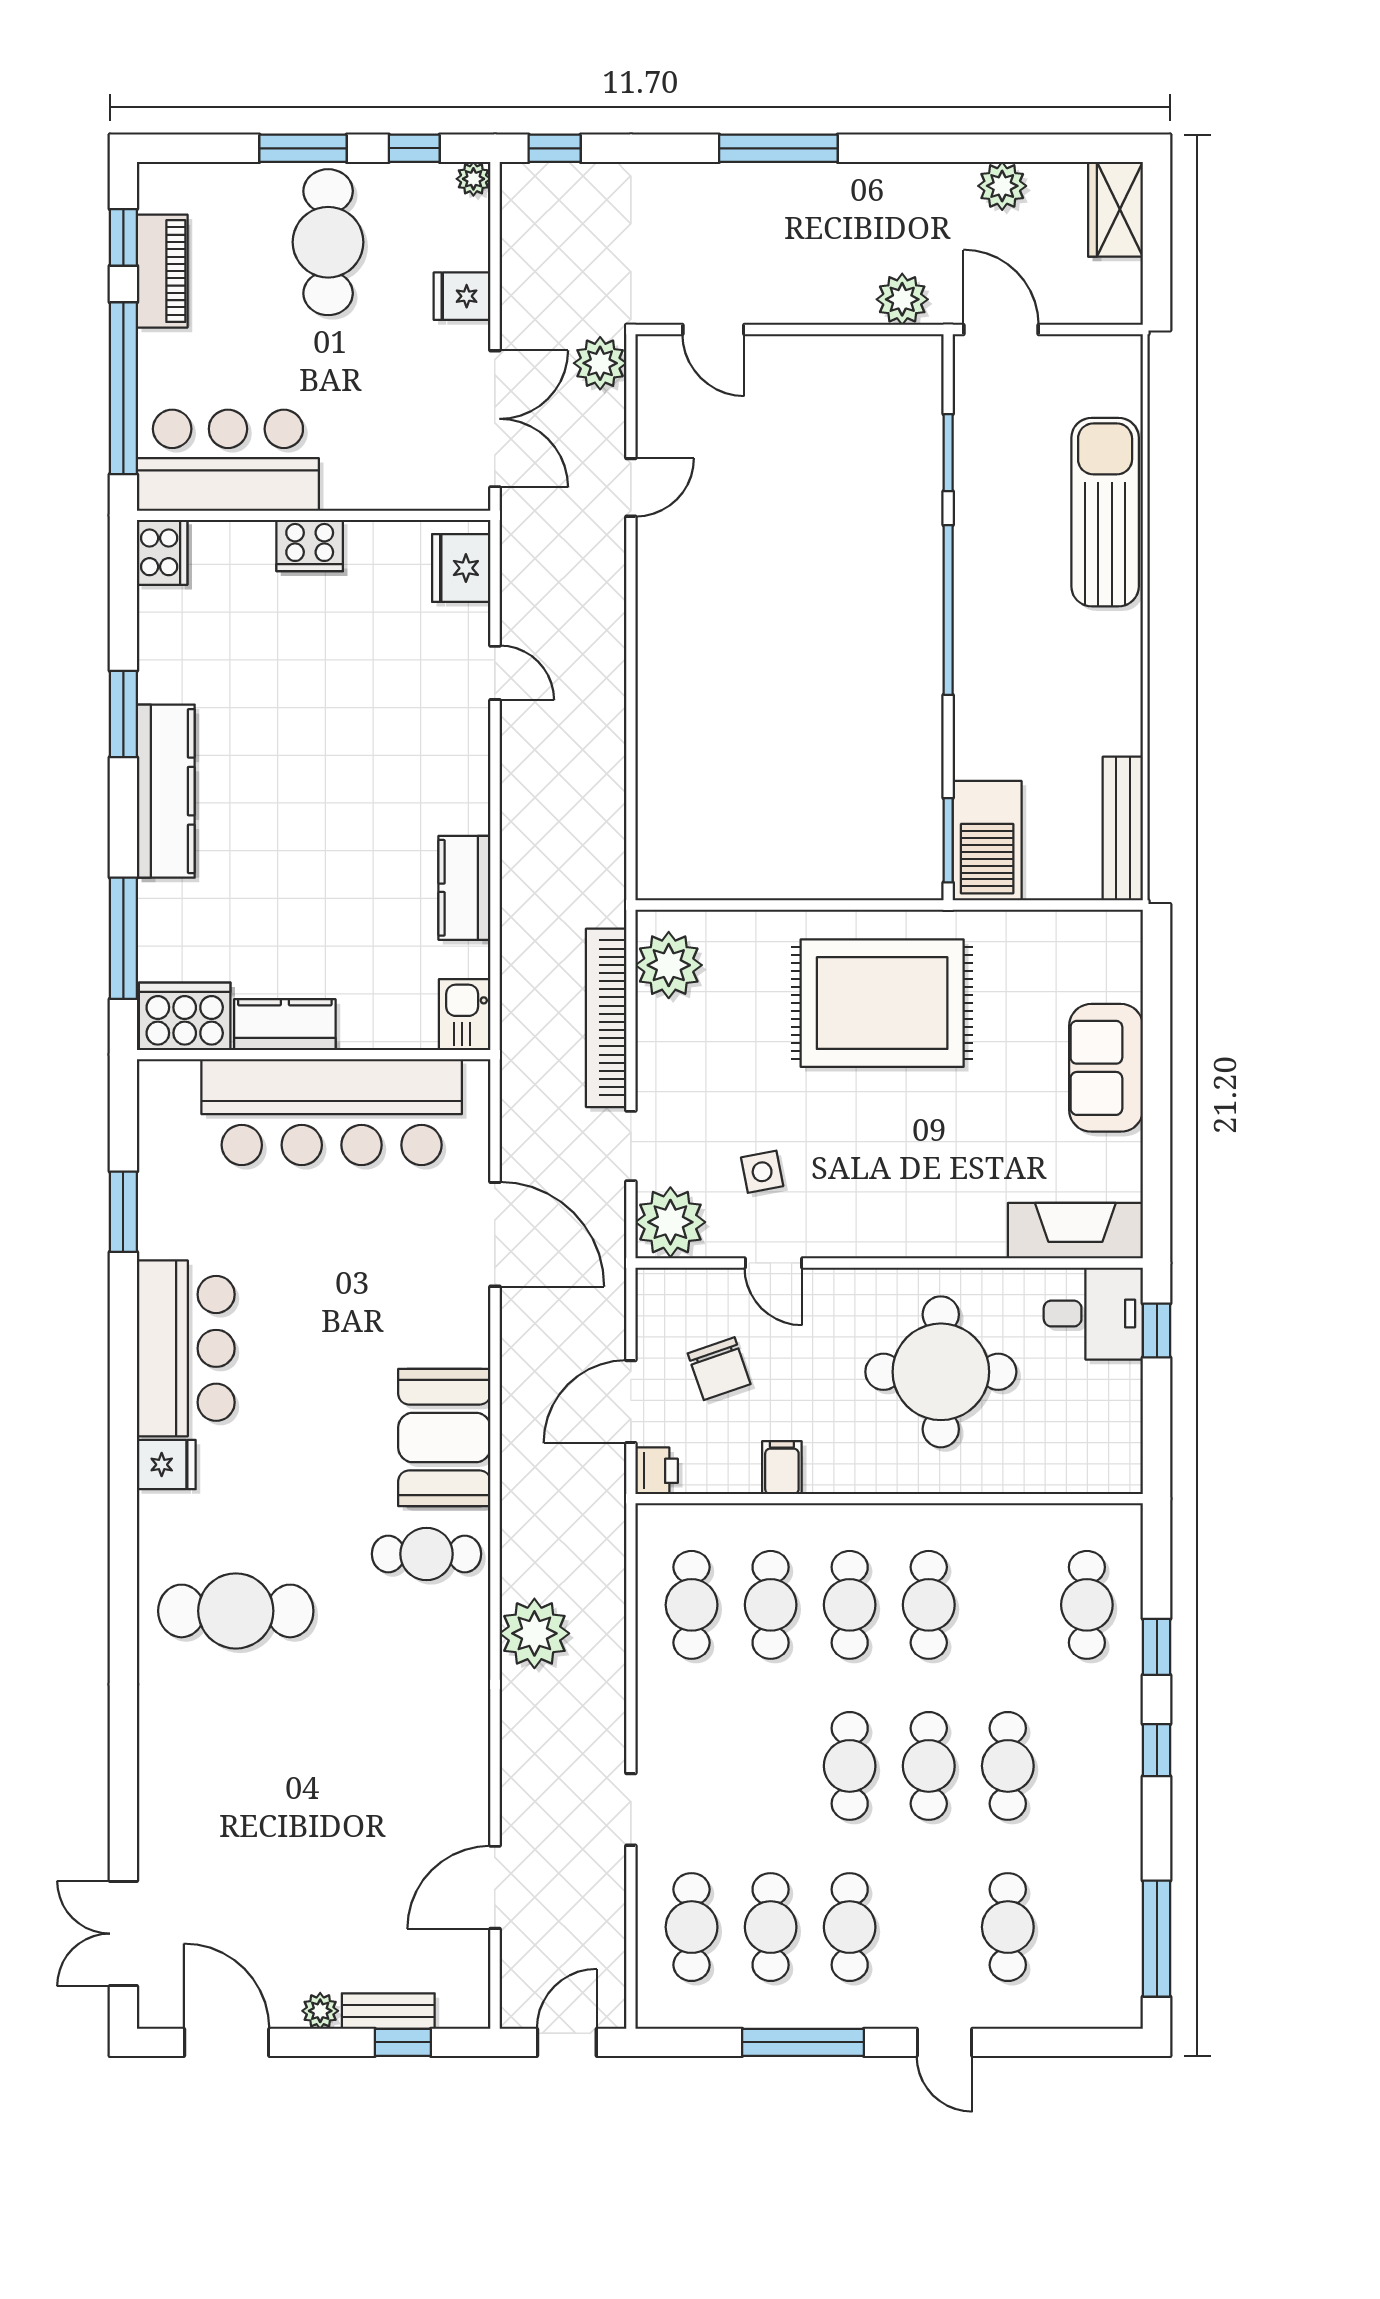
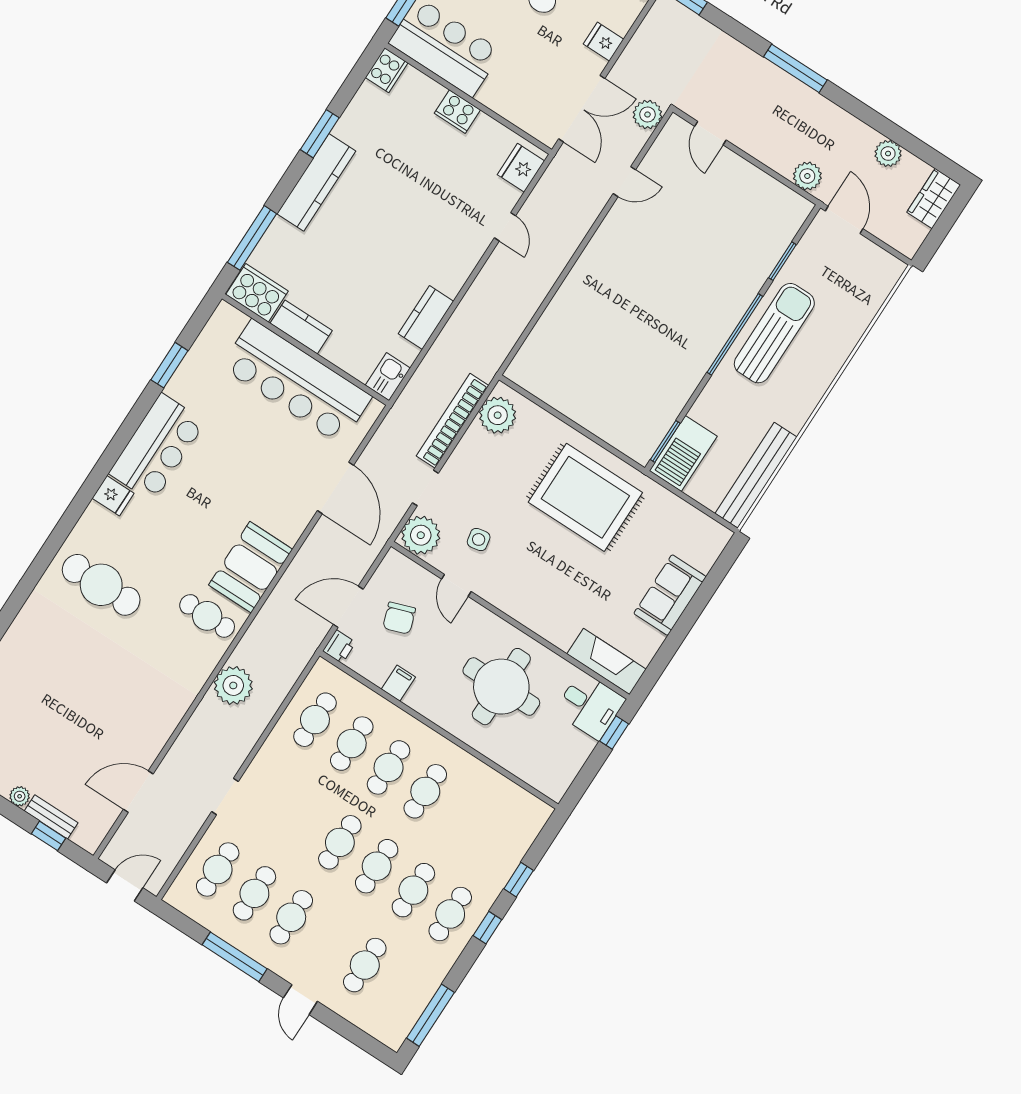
sun lounger: (1105, 512) -> (774, 333), moved
bench: (1123, 829) -> (756, 475), width x1.37, depth x1.21
cafe table: (1087, 1605) -> (450, 914), moved

